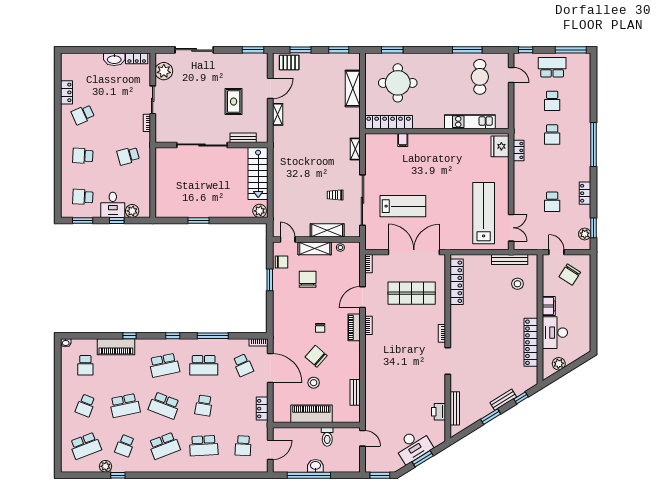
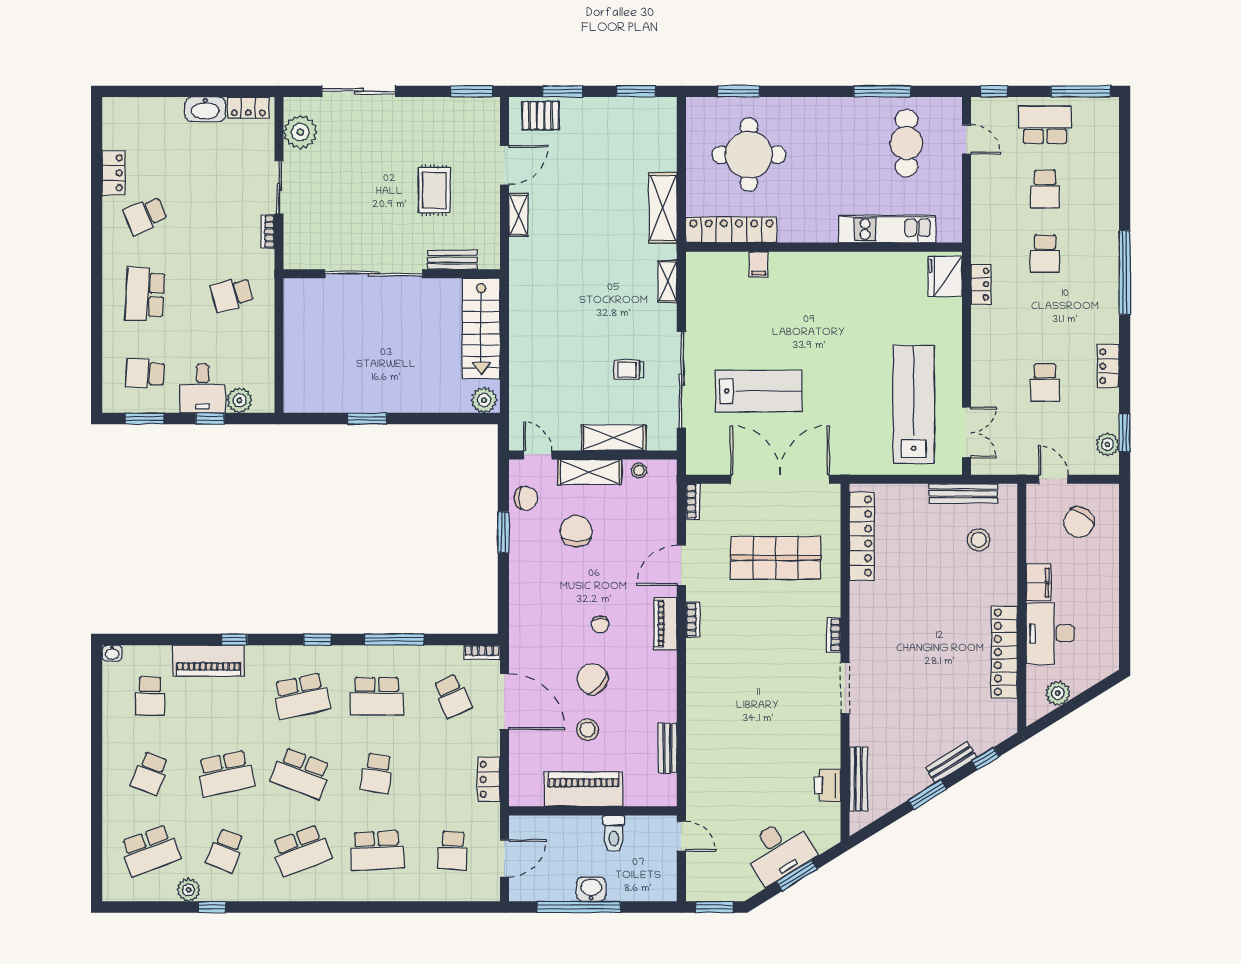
shelving: (353, 88) -> (663, 208), moved
school desk: (83, 156) -> (145, 294), width x1.85

